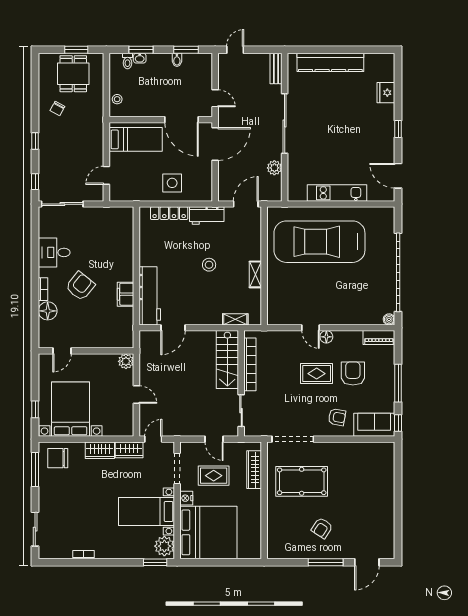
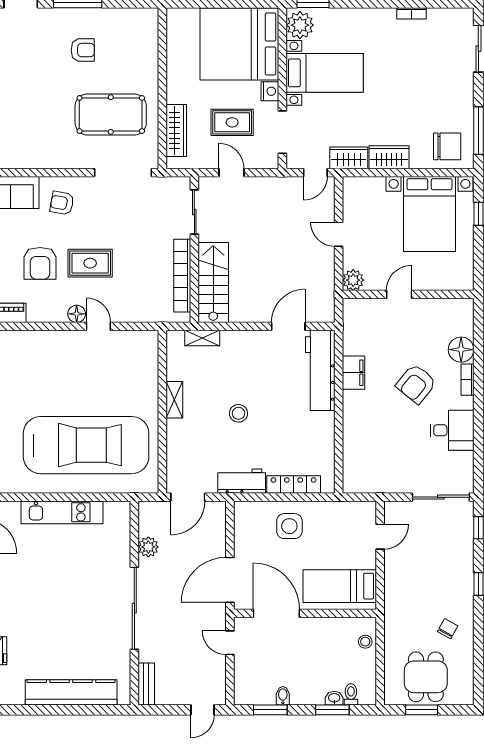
door: (62, 351) -> (399, 294), moved
armchair: (322, 528) -> (83, 50), turned 57

